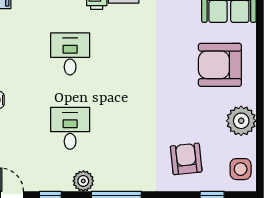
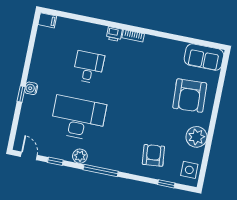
armchair: (220, 65) -> (190, 96), turned -93
desk: (70, 128) -> (78, 118), width x1.87, depth x1.30

